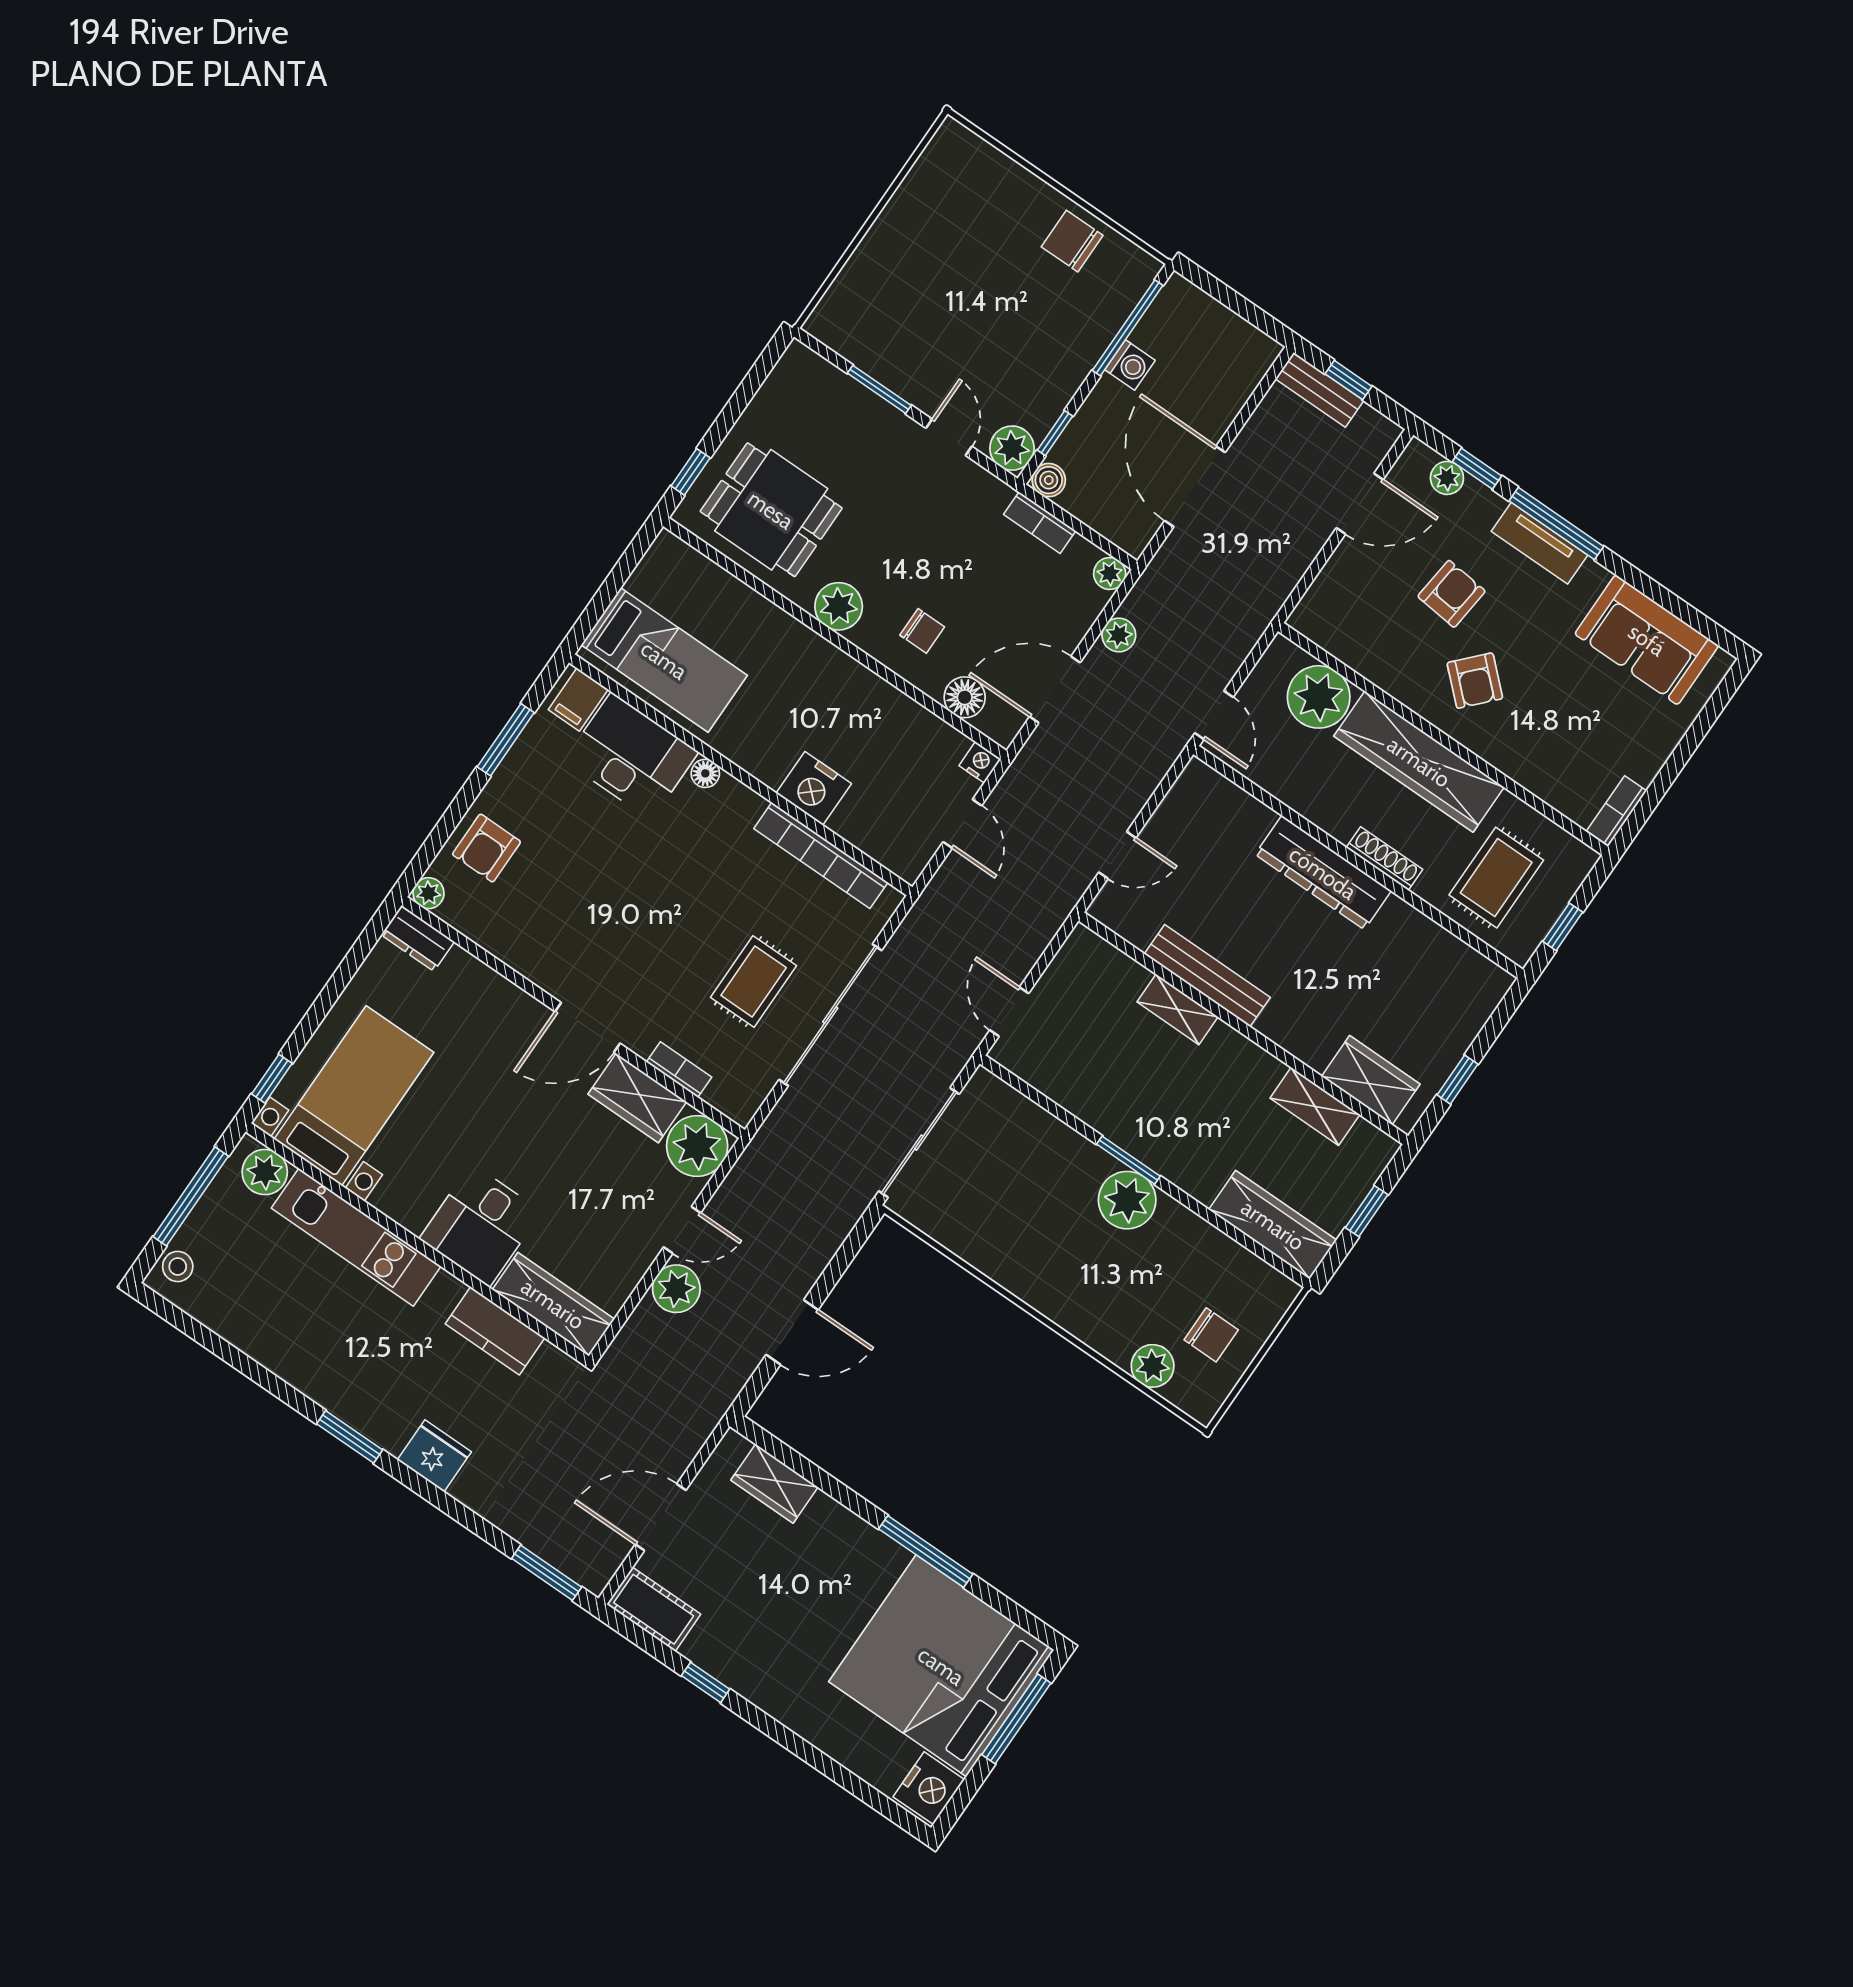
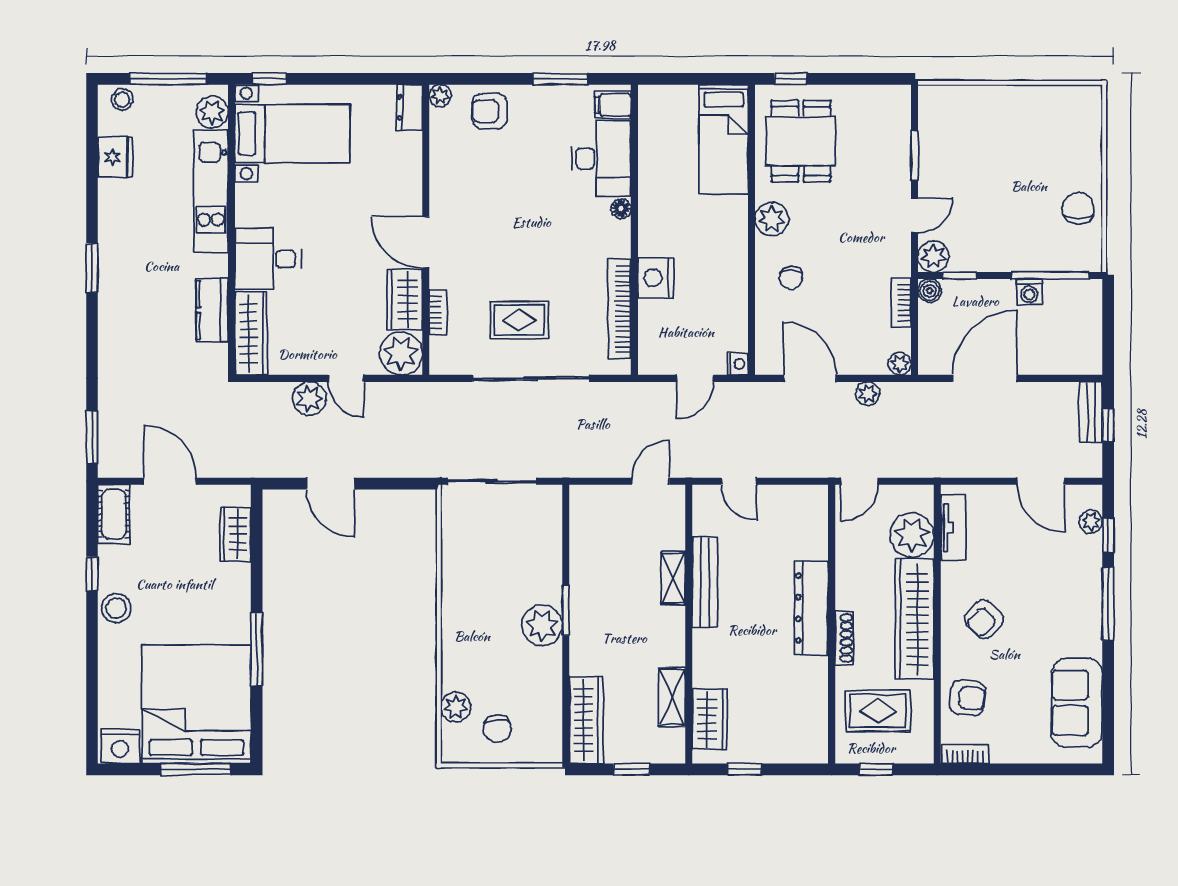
tv unit: (1539, 543) -> (953, 528), moved, turned 180
armchair: (1452, 594) -> (967, 698), moved
bed: (664, 660) -> (724, 139), moved
floor lamp: (965, 697) -> (769, 329), removed
door: (1009, 1012) -> (651, 481), moved
fridge: (434, 1456) -> (115, 157), moved
stool: (765, 1682) -> (116, 608), added

